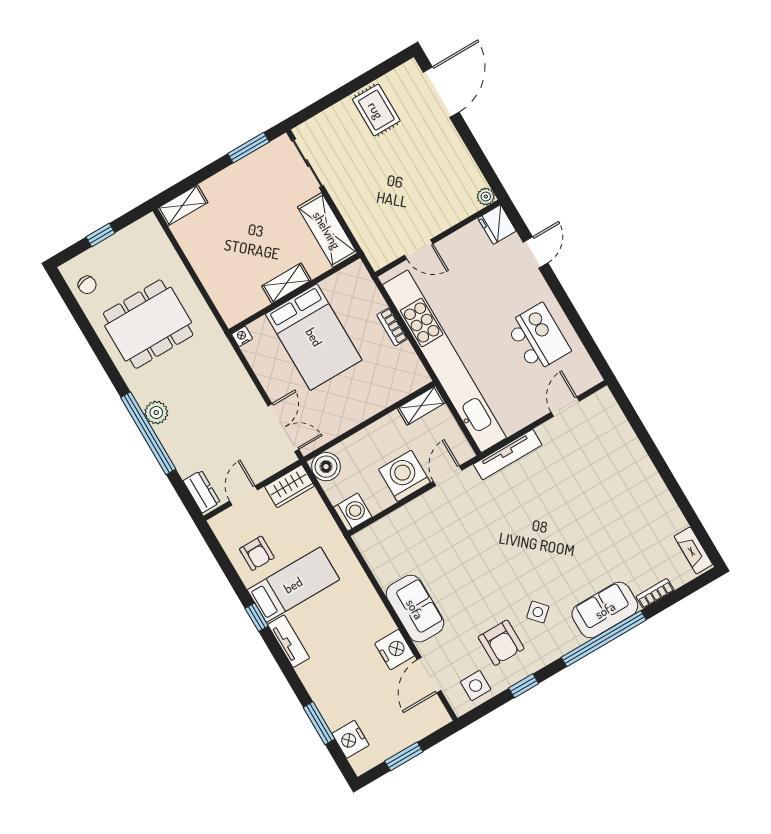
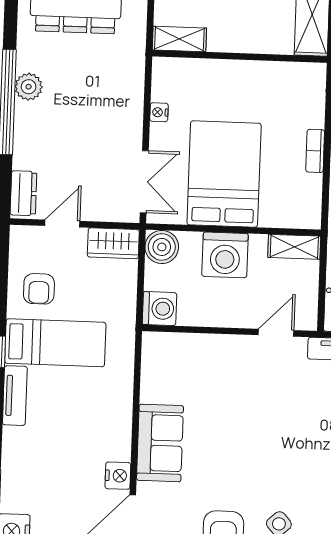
shelving: (286, 283) -> (179, 39), moved
nightstand: (242, 336) -> (159, 112), moved, turned -90
bed: (314, 337) -> (224, 174), moved, turned 180
washing machine: (404, 476) -> (225, 255), moved, turned 180
nightstand: (395, 650) -> (118, 476), width x0.74, depth x0.75

